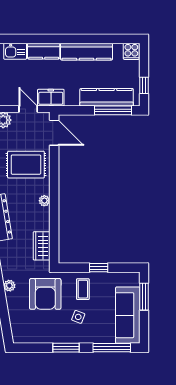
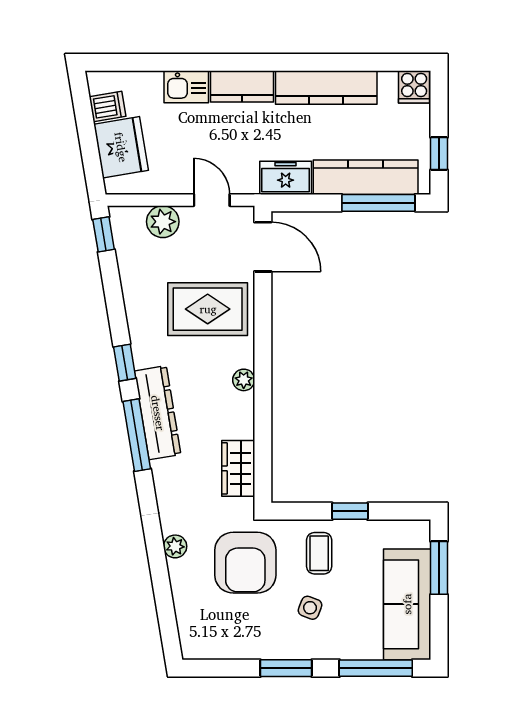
freezer: (51, 98) -> (286, 178), moved

